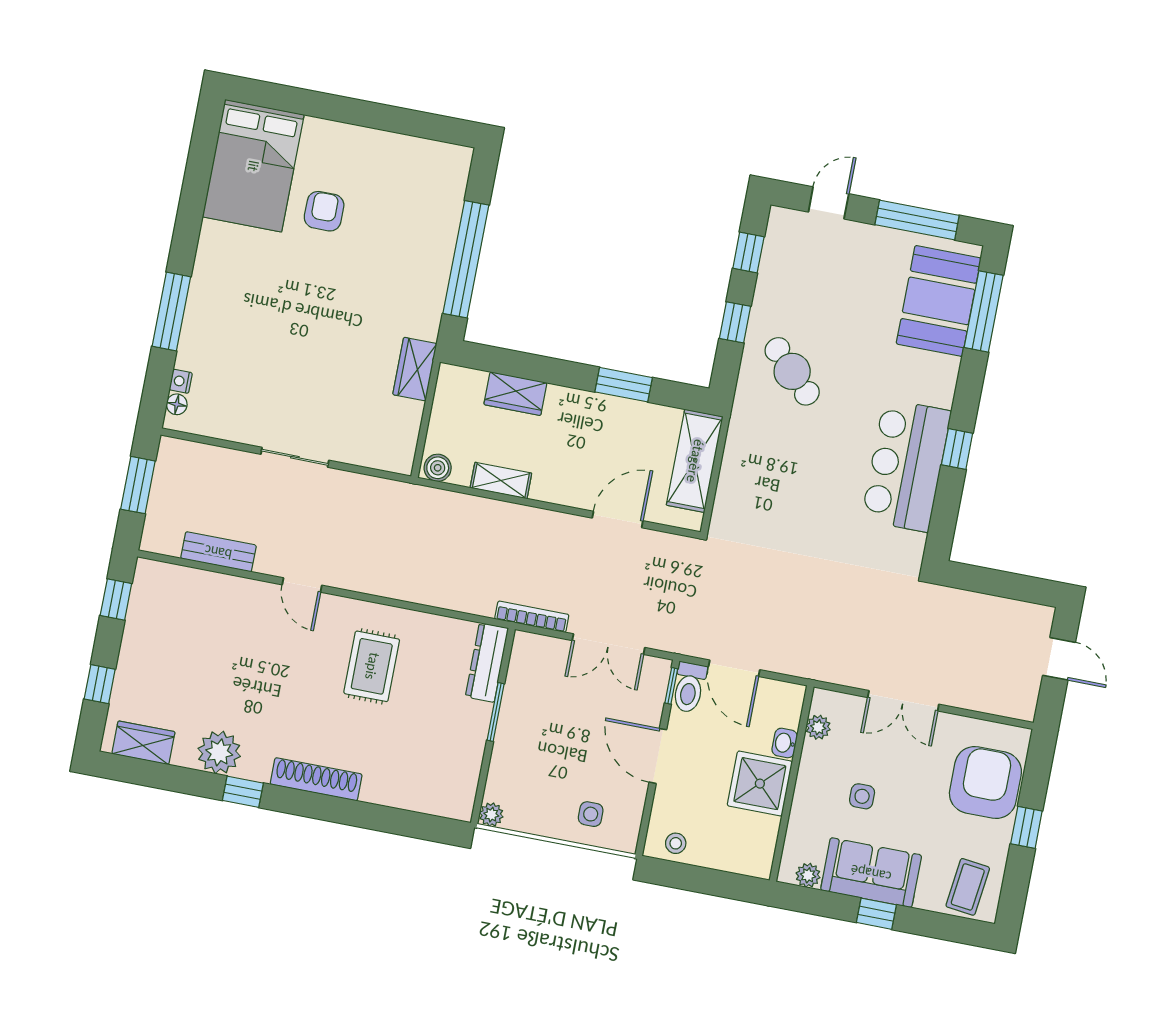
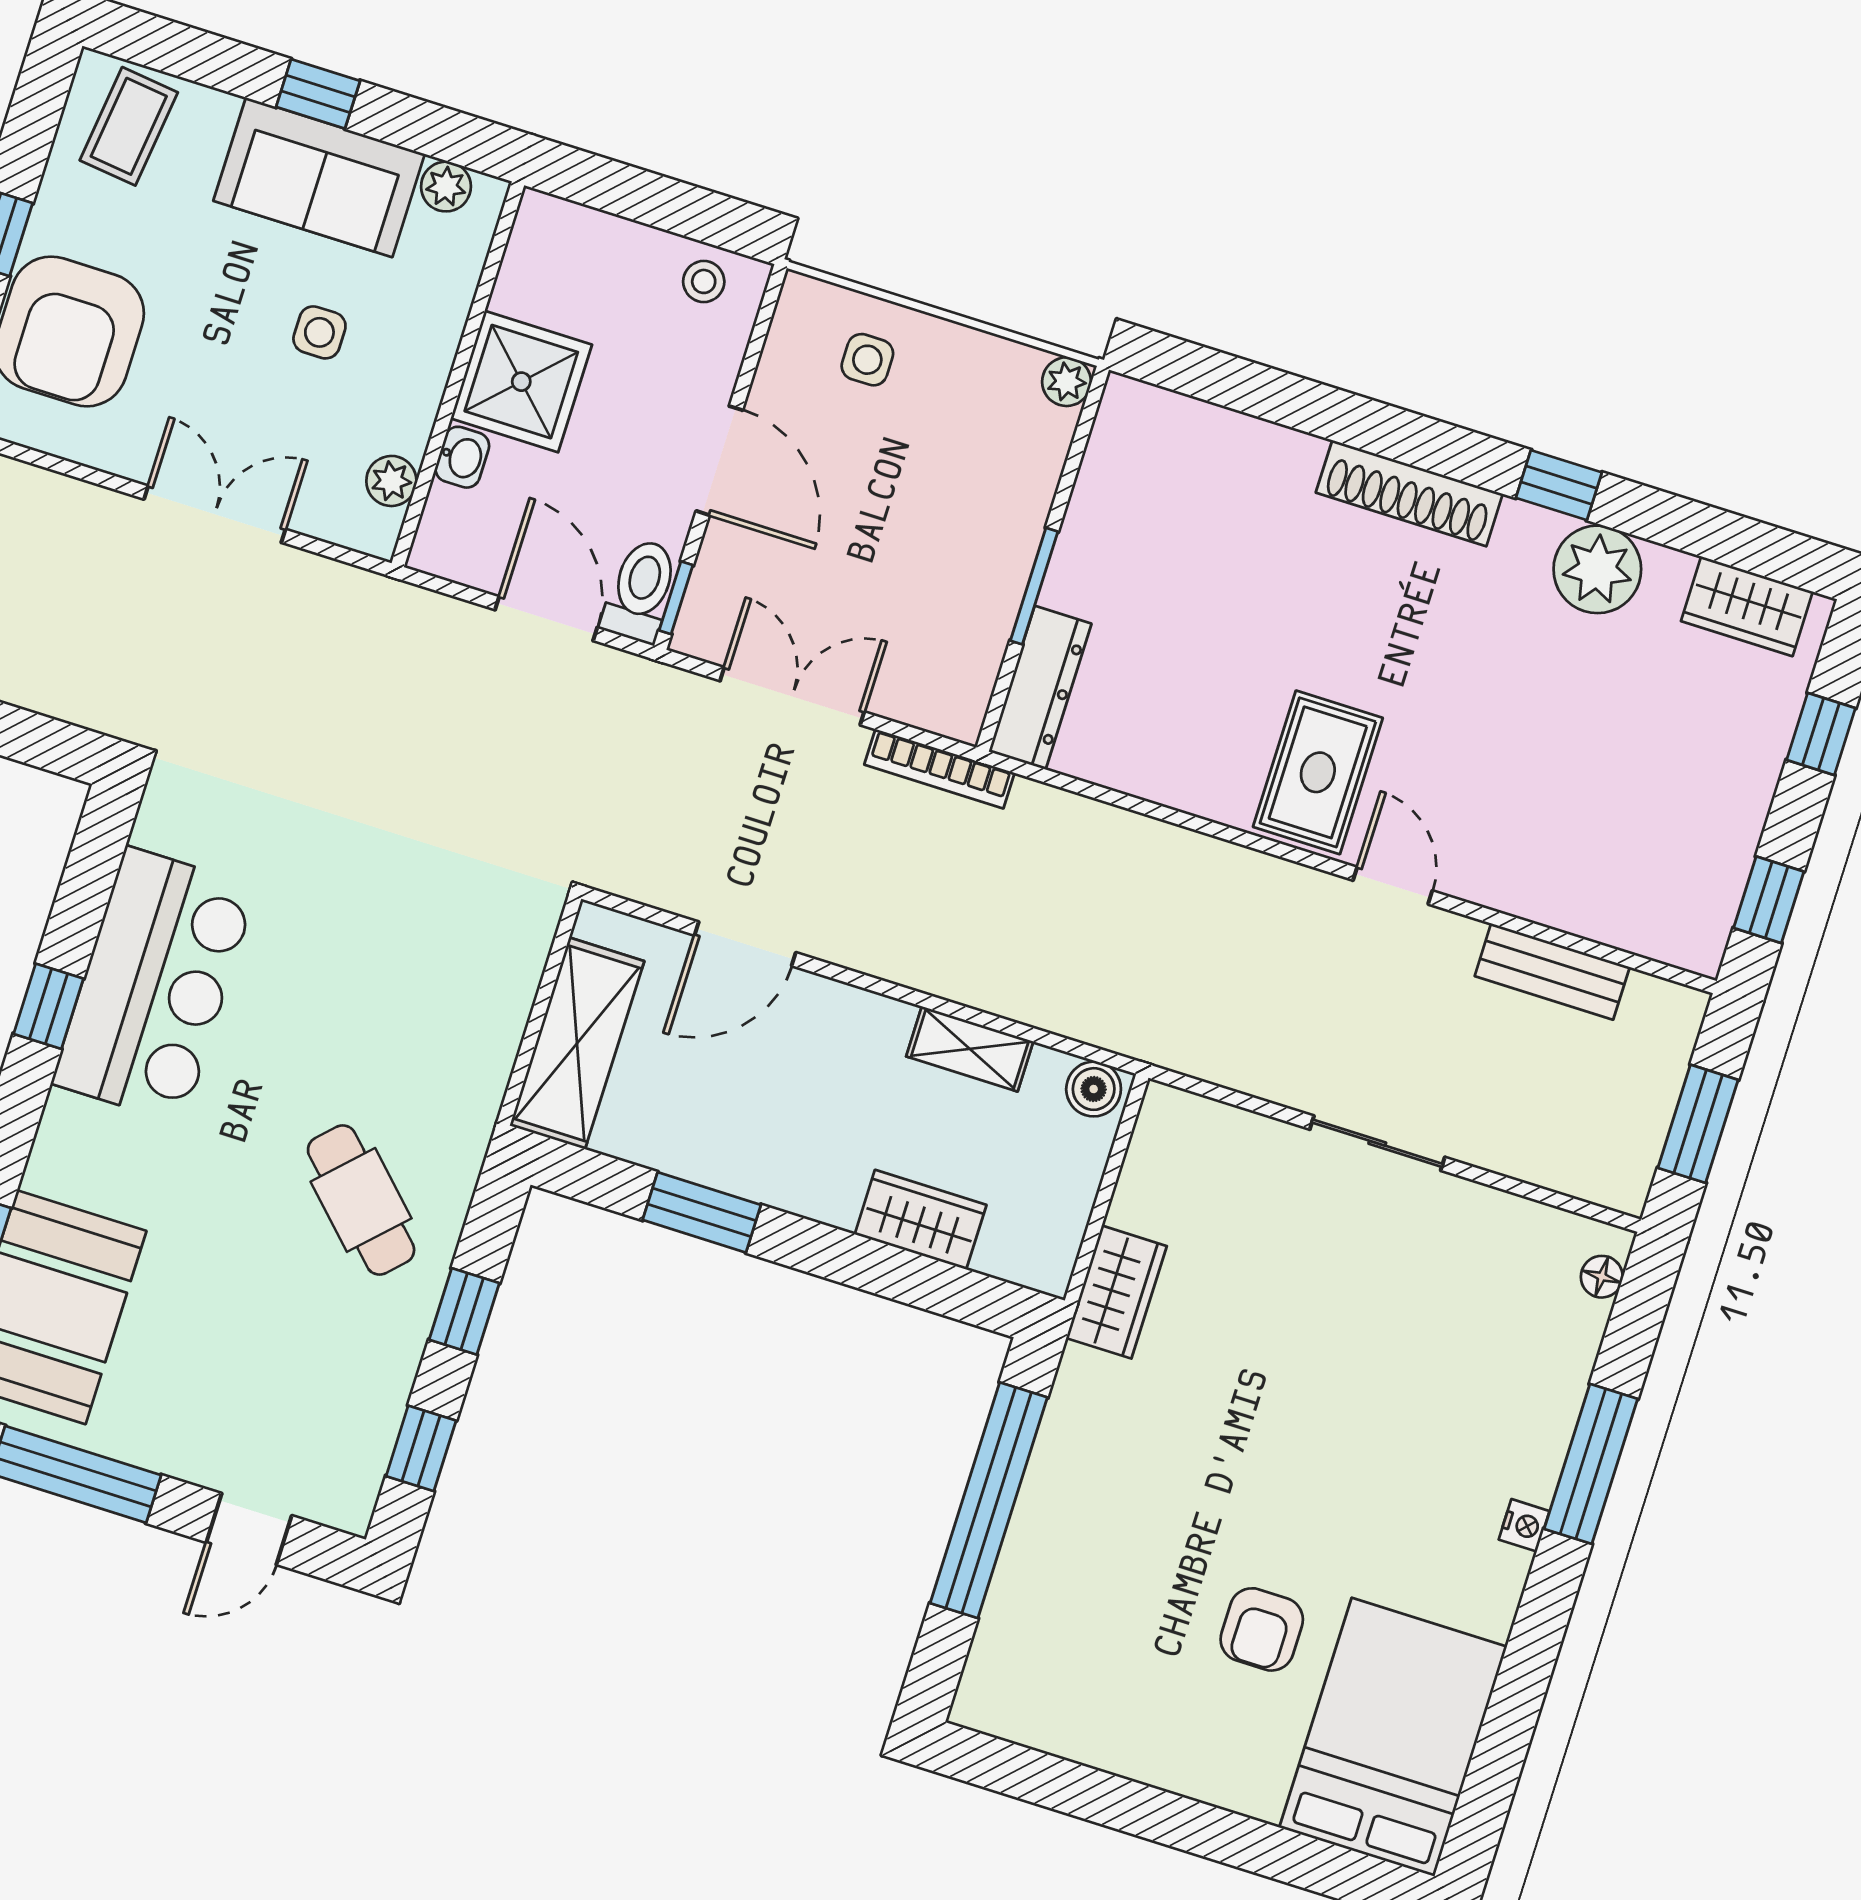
nightstand: (181, 381) -> (1524, 1525), moved
rug: (372, 666) -> (1318, 772), moved

